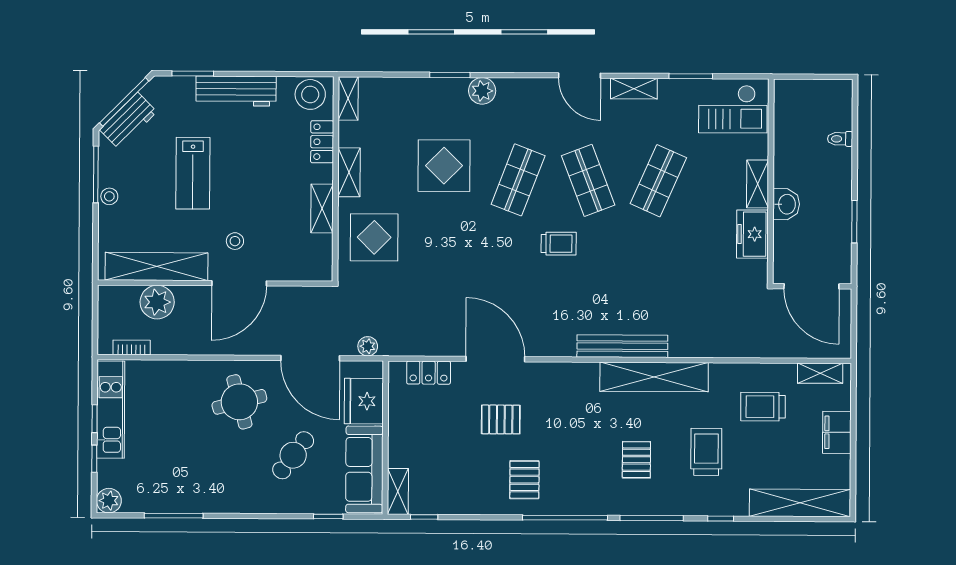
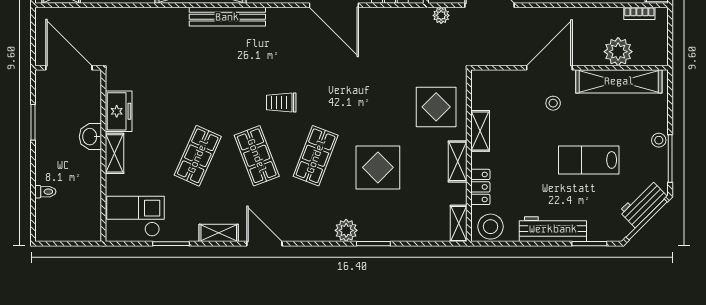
lab bench: (193, 173) -> (589, 160), turned -90

